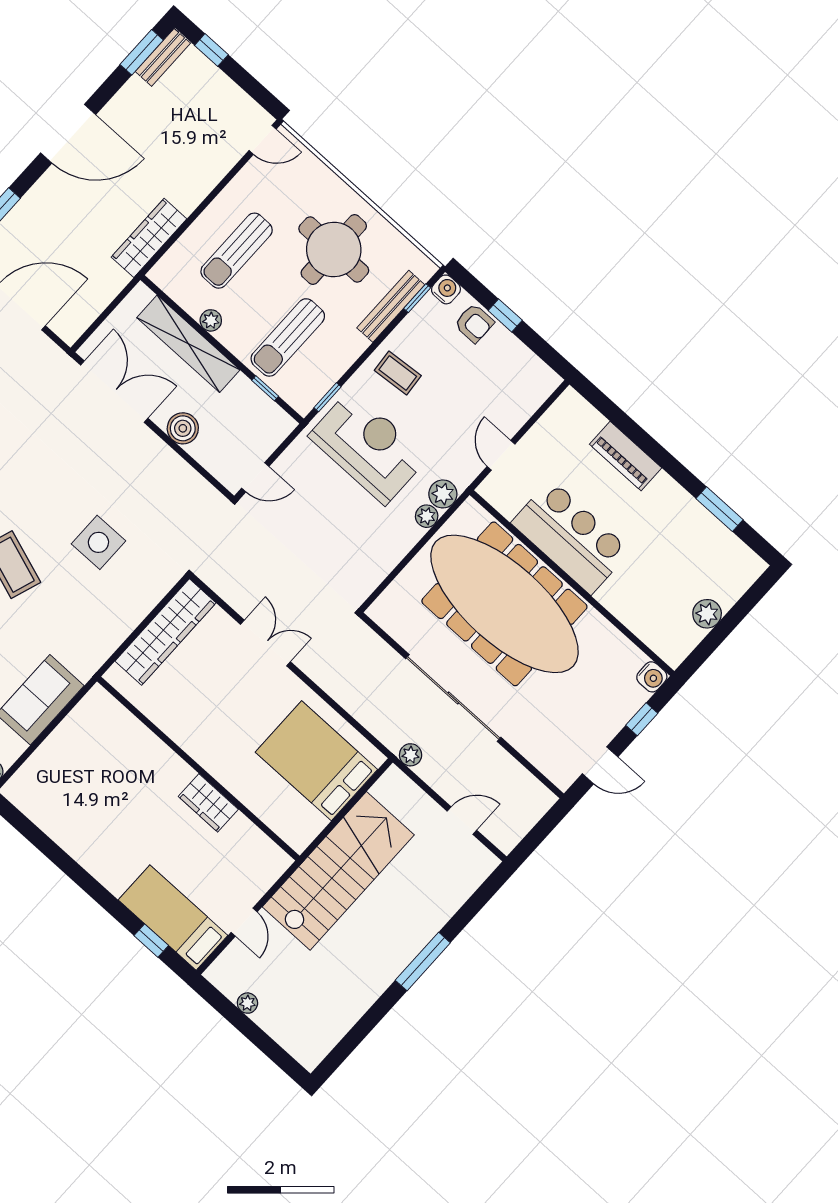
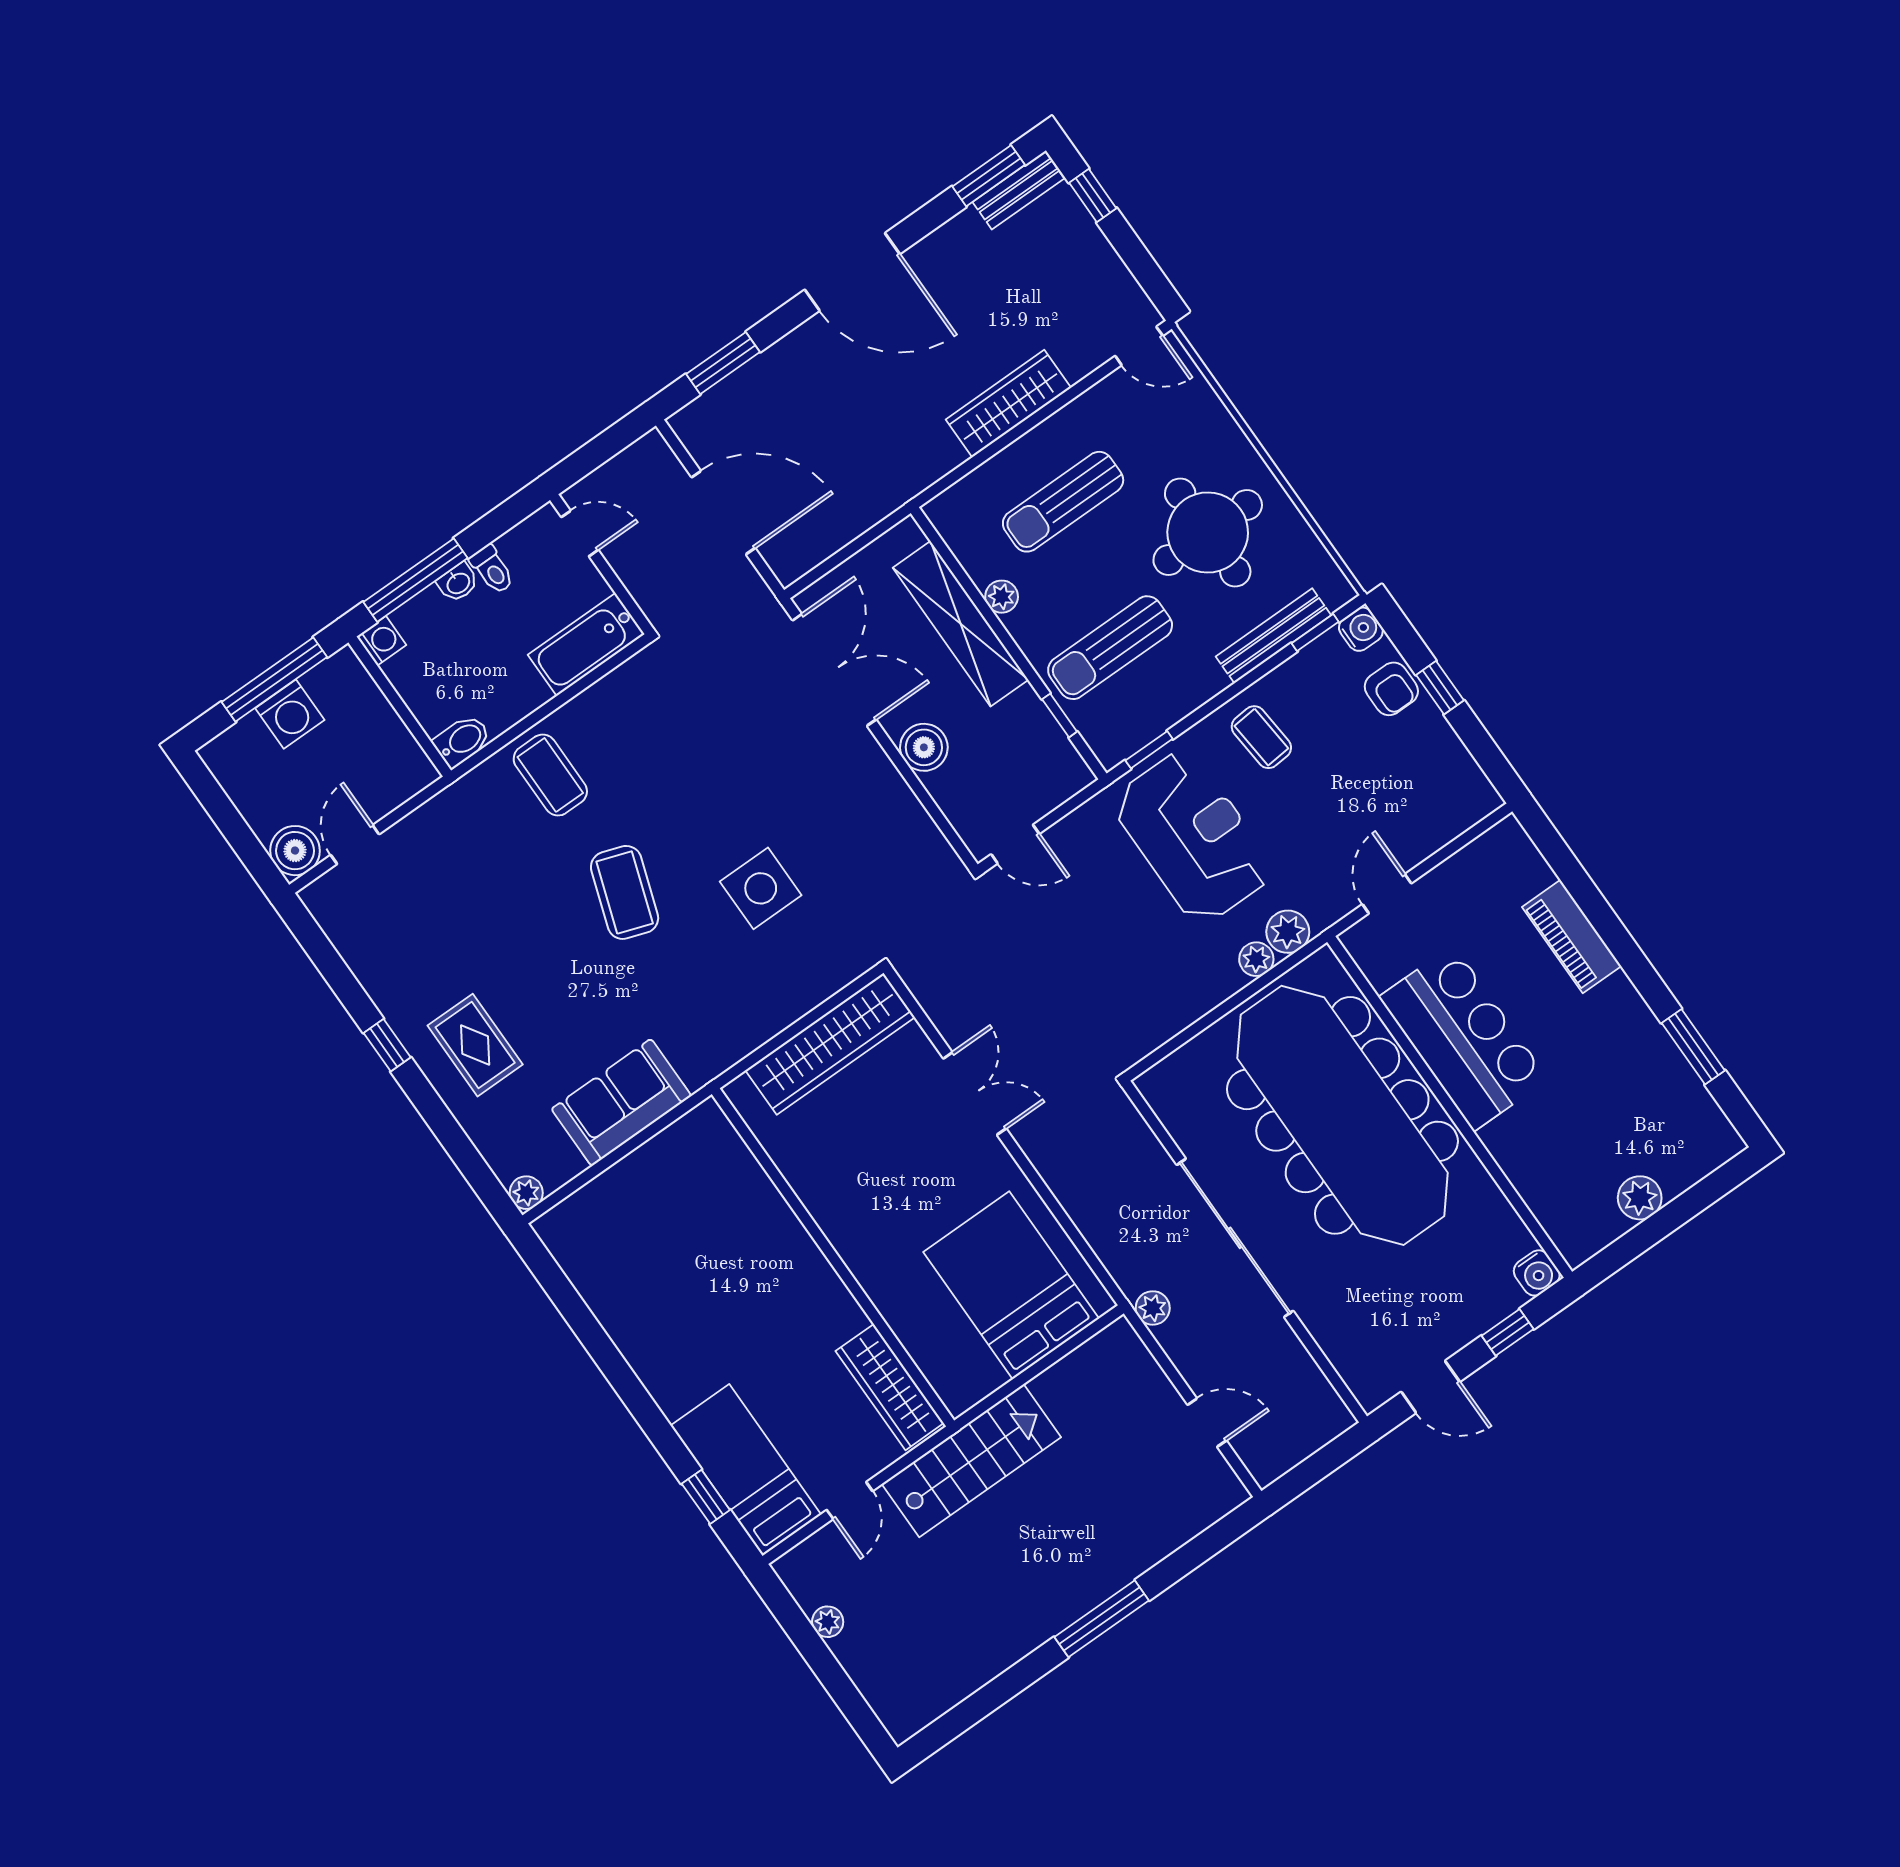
wardrobe: (149, 238) -> (1008, 404), moved
wardrobe: (208, 803) -> (890, 1387), moved, width x1.50
stairs: (338, 871) -> (971, 1461), width x0.73, depth x0.66

